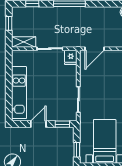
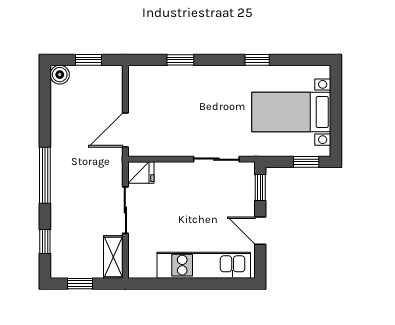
door: (95, 49) -> (125, 130), swing flipped

